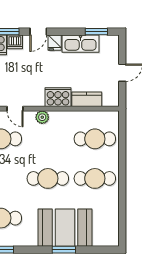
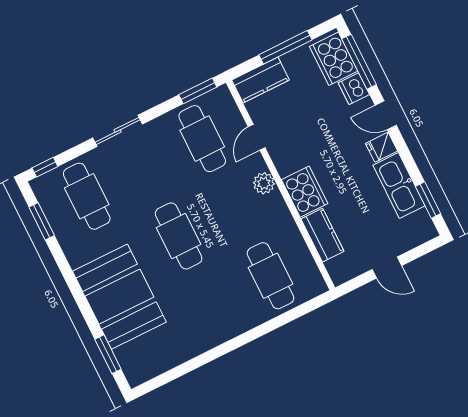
cafe table: (95, 178) -> (213, 304), removed
window: (64, 250) -> (108, 354), moved

